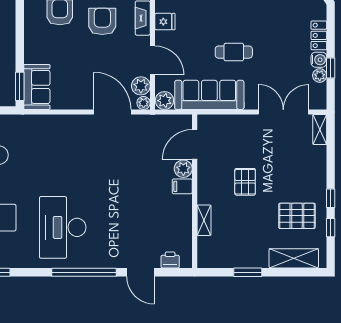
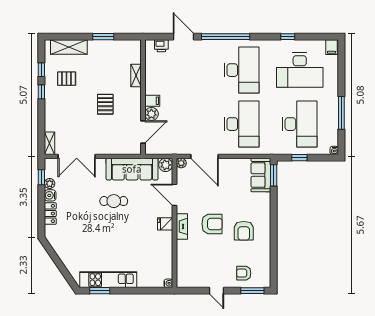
armchair: (102, 21) -> (212, 224), turned -90
window: (331, 68) -> (41, 177), moved
plant: (141, 86) -> (183, 176), removed
desk: (63, 155) -> (242, 124), added
pallet: (297, 216) -> (67, 79), width x0.67, depth x0.71

